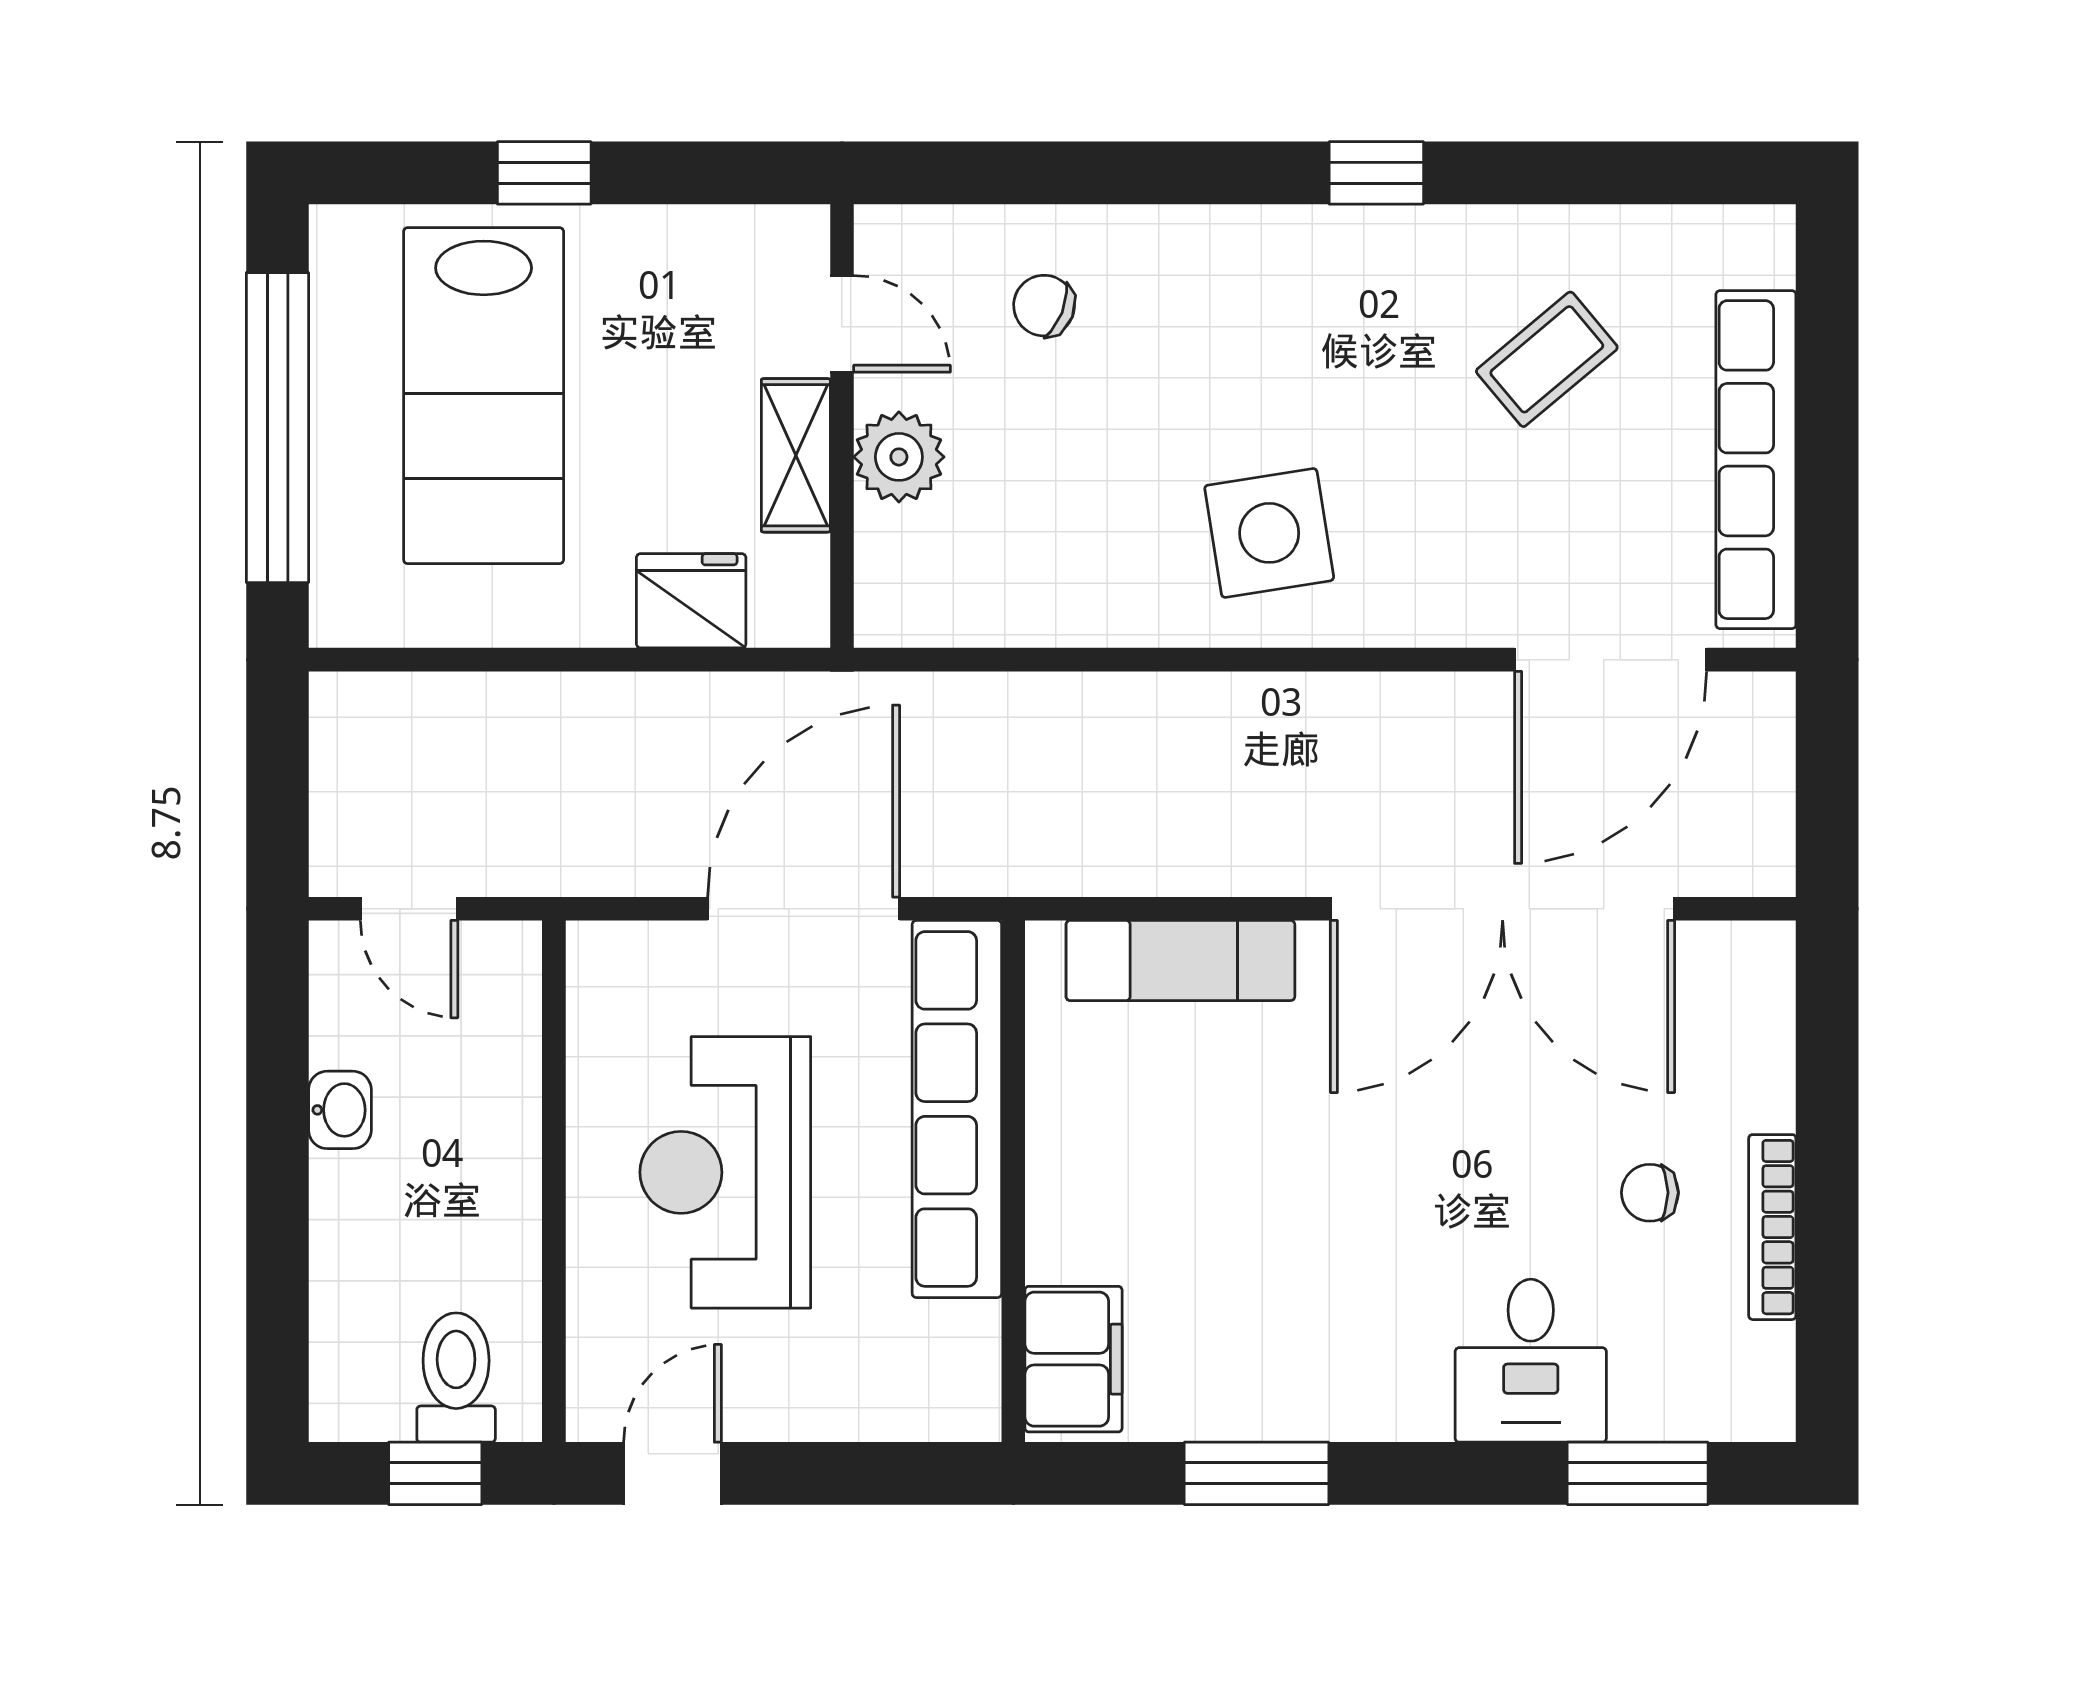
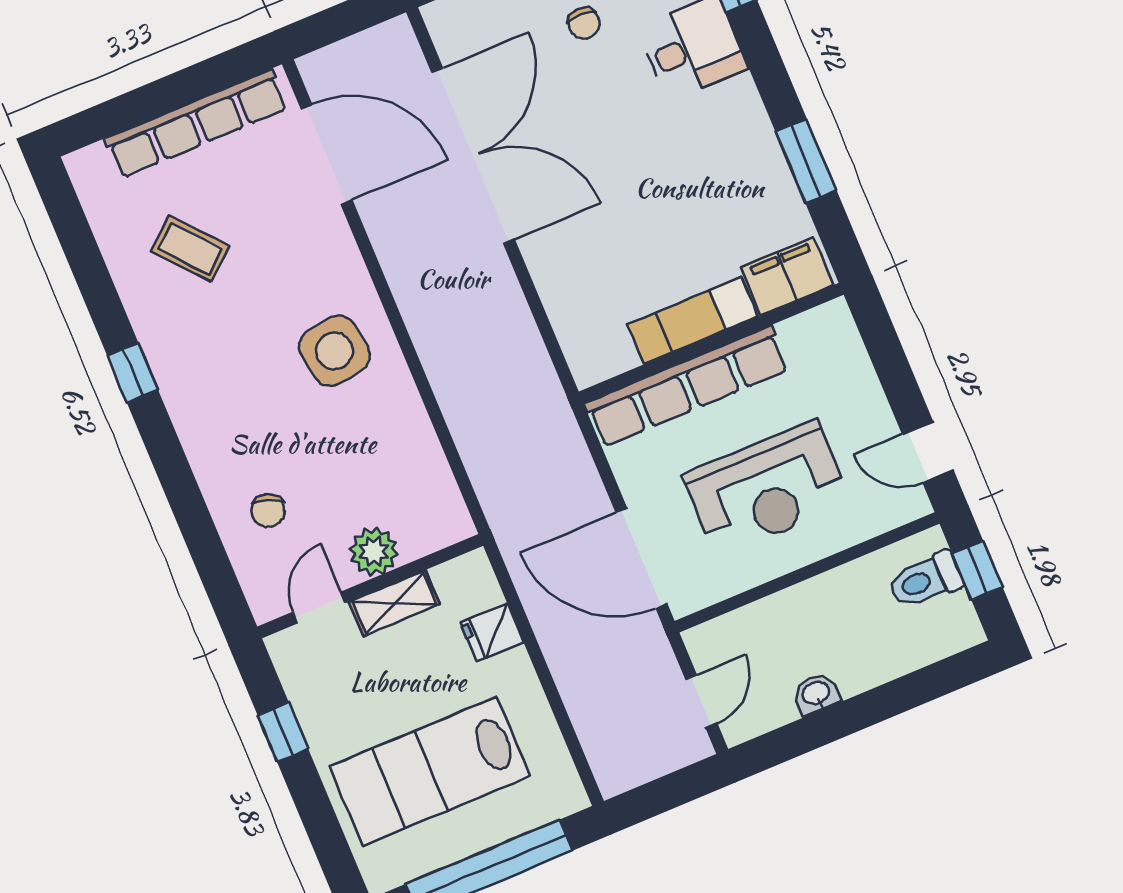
window: (544, 173) -> (283, 732), moved
lab bench: (484, 396) -> (430, 771), turned 180
fridge: (691, 601) -> (492, 633), width x0.72
door: (804, 909) -> (641, 558), moved
exam couch: (1180, 961) -> (693, 321), moved, turned -90

